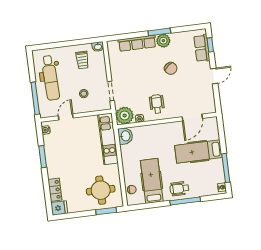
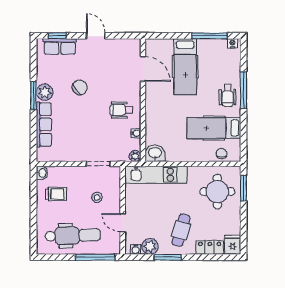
plant: (125, 115) -> (135, 156), width x0.53, depth x0.53
plant: (50, 141) -> (150, 246), added
cafe table: (66, 165) -> (181, 230), added

